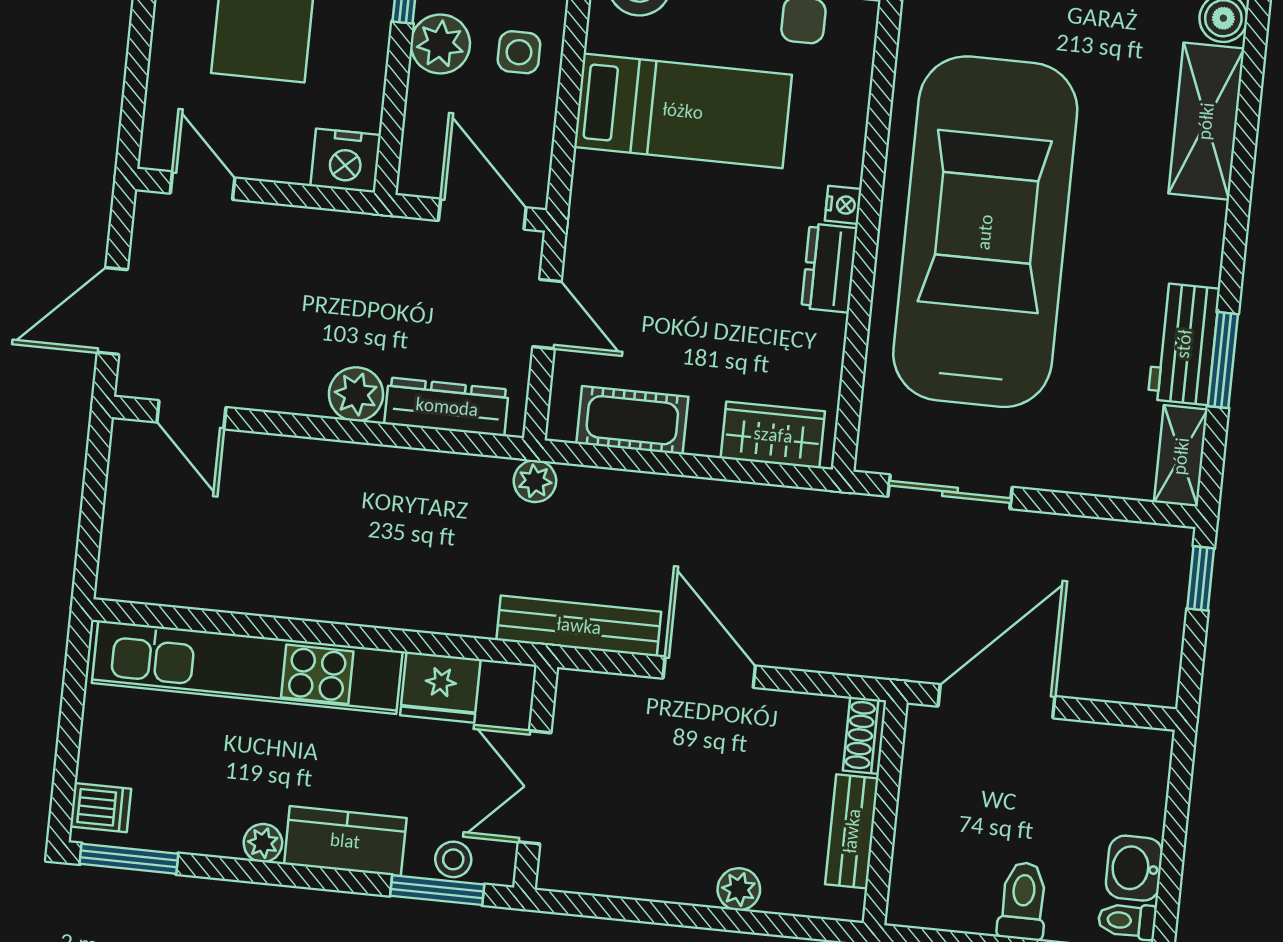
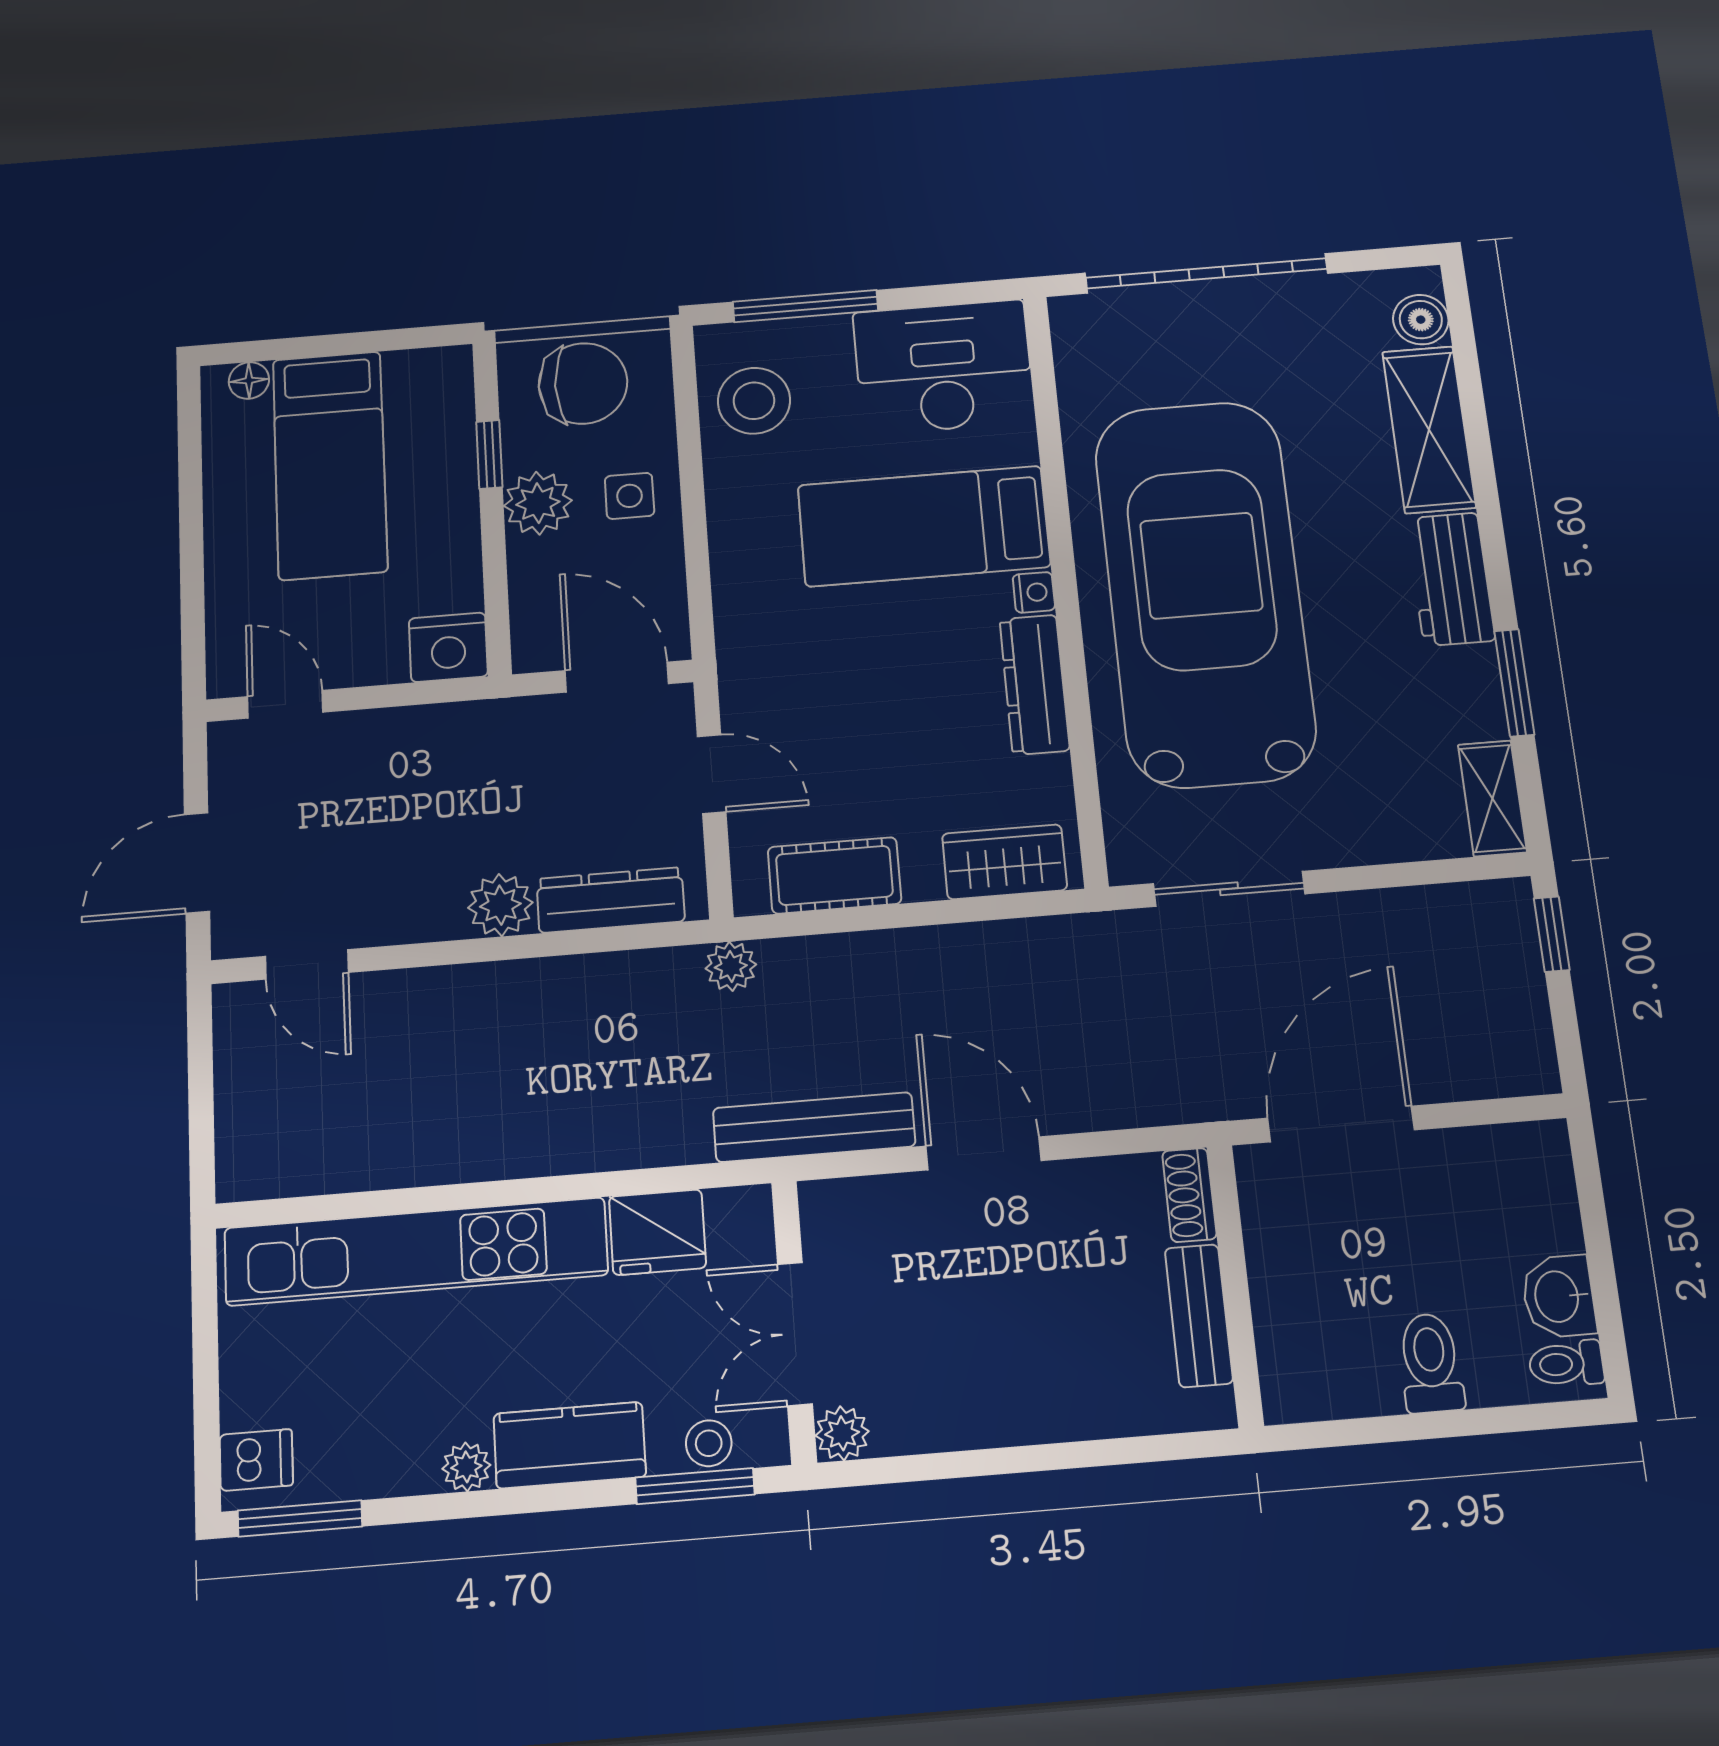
bed: (683, 111) -> (924, 526), moved, turned 180
dresser: (829, 268) -> (1035, 685), width x1.44
workbench: (1184, 344) -> (1451, 579), moved
plant: (739, 889) -> (842, 1433), moved

